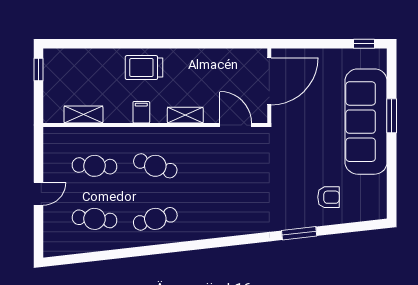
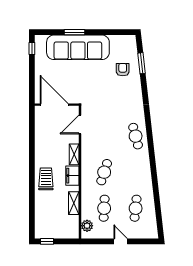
trolley: (144, 68) -> (46, 179), turned 180
filing cabinet: (141, 112) -> (72, 176), width x2.00
shelving: (83, 115) -> (74, 203), moved
plant: (65, 137) -> (87, 226), added
cafe table: (155, 219) -> (136, 136), moved
window: (299, 233) -> (141, 63), moved

